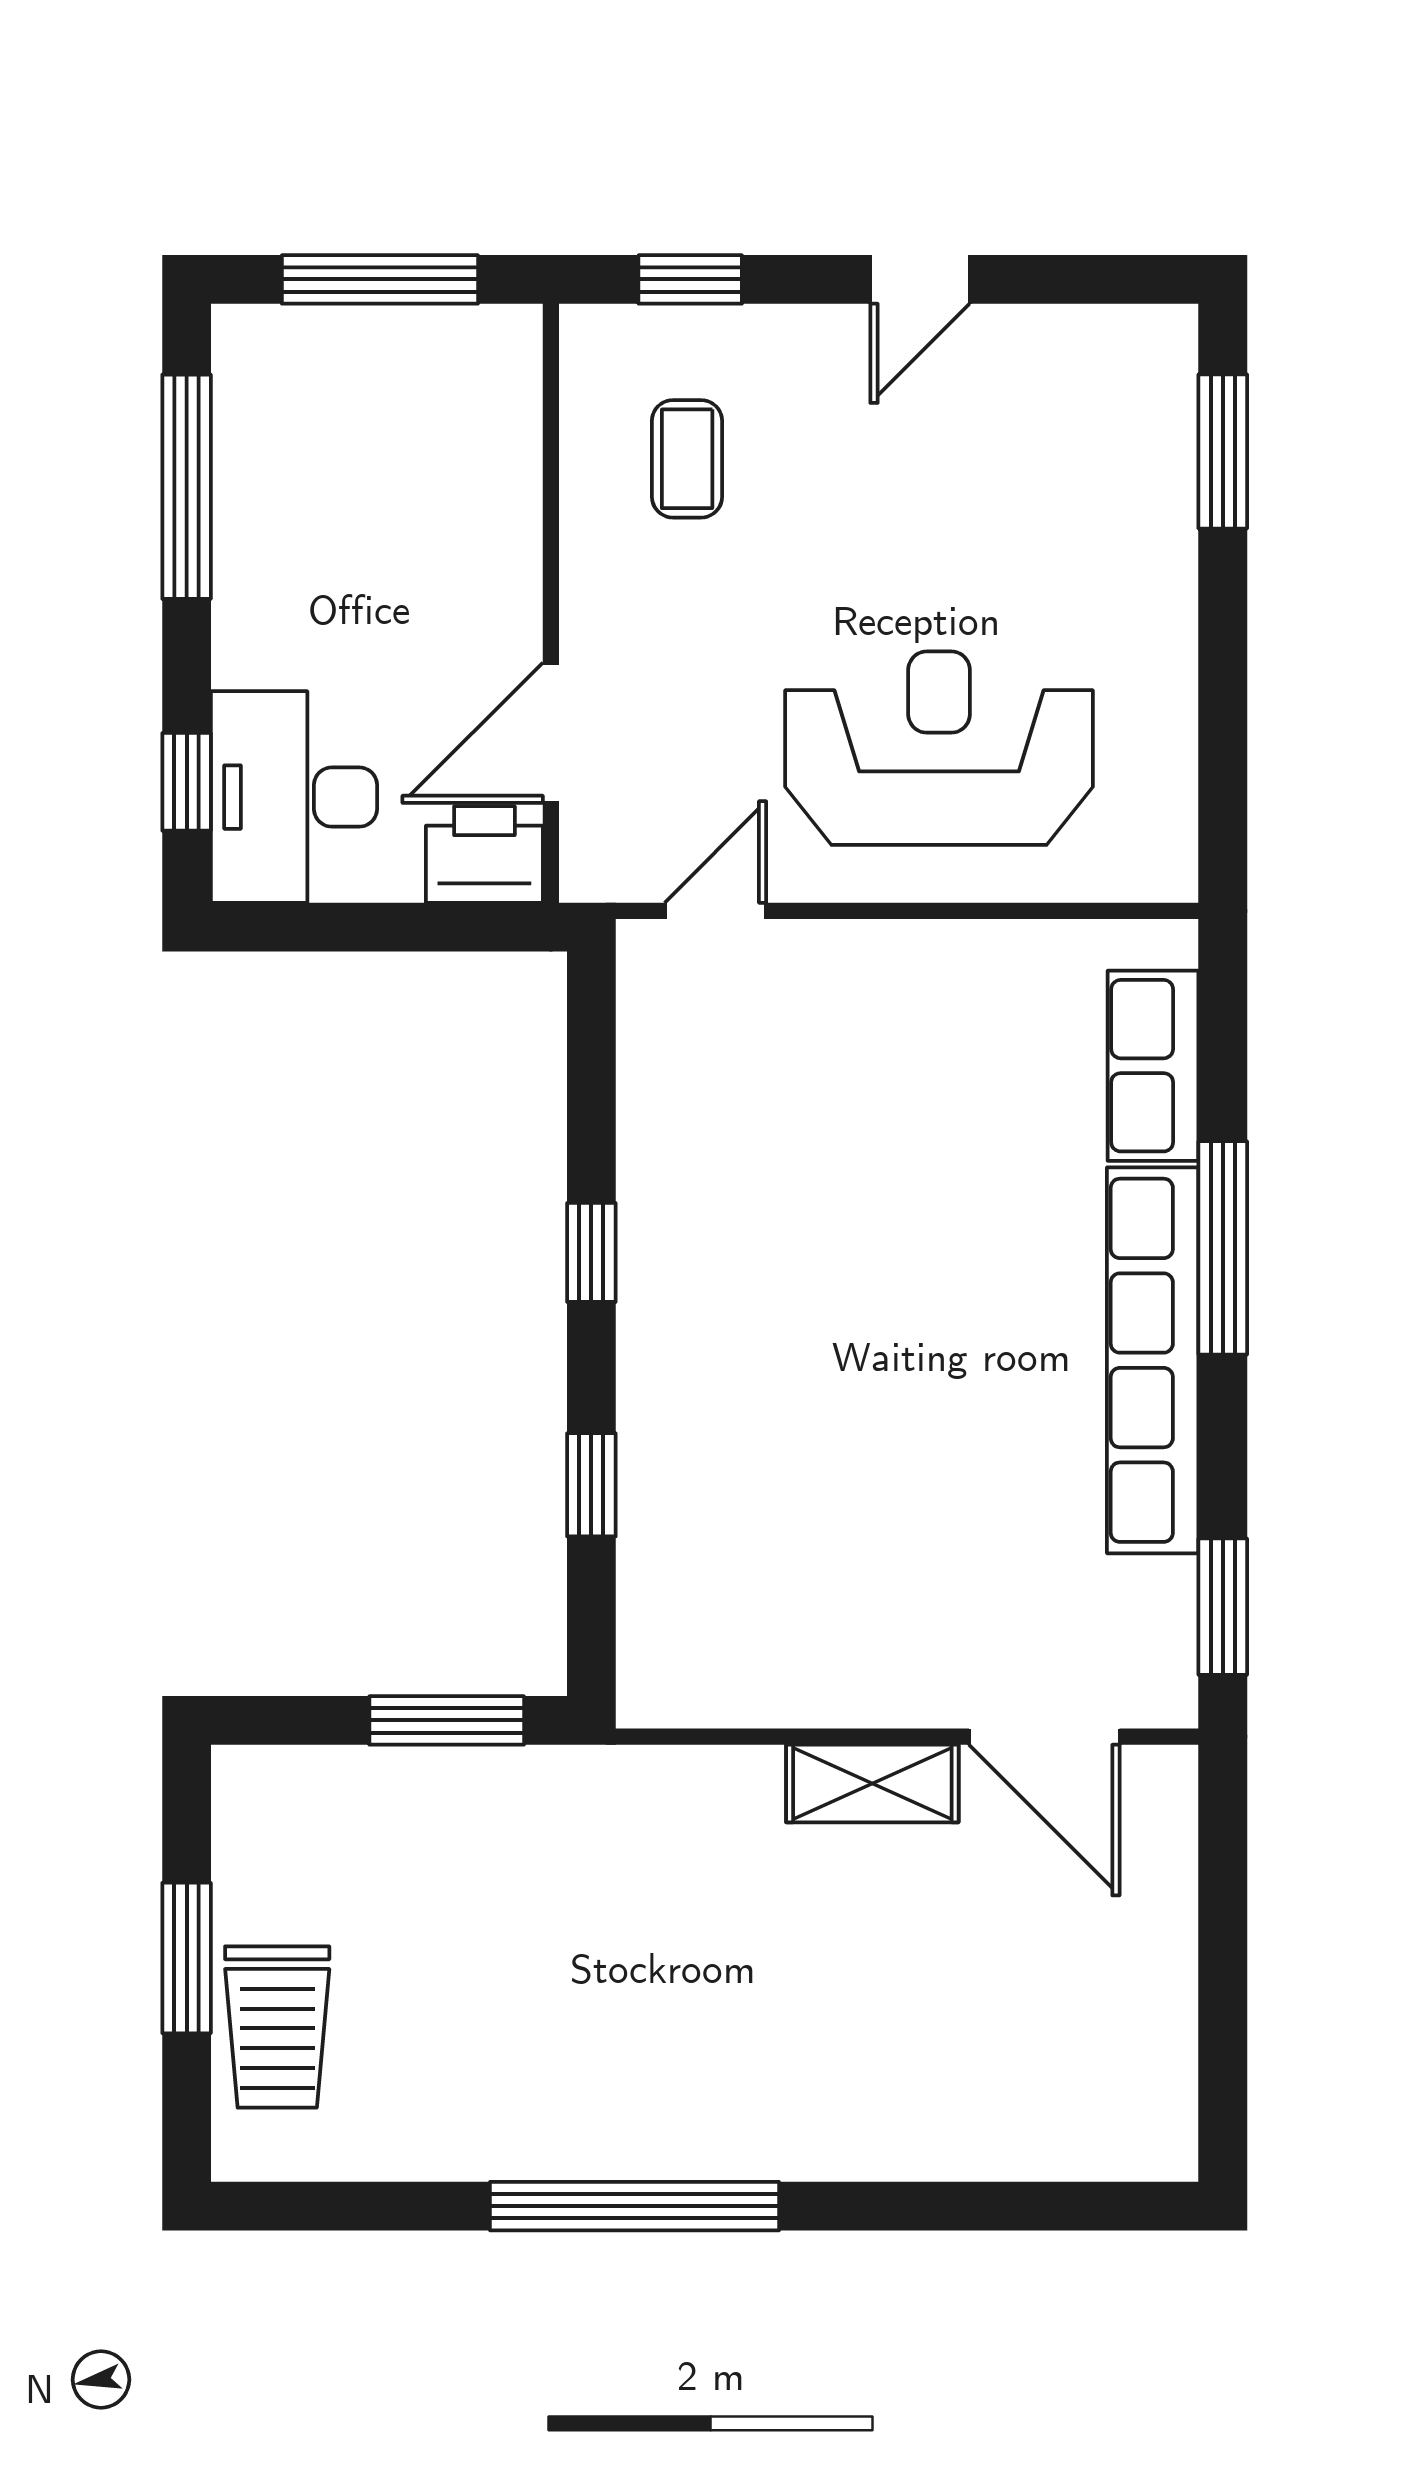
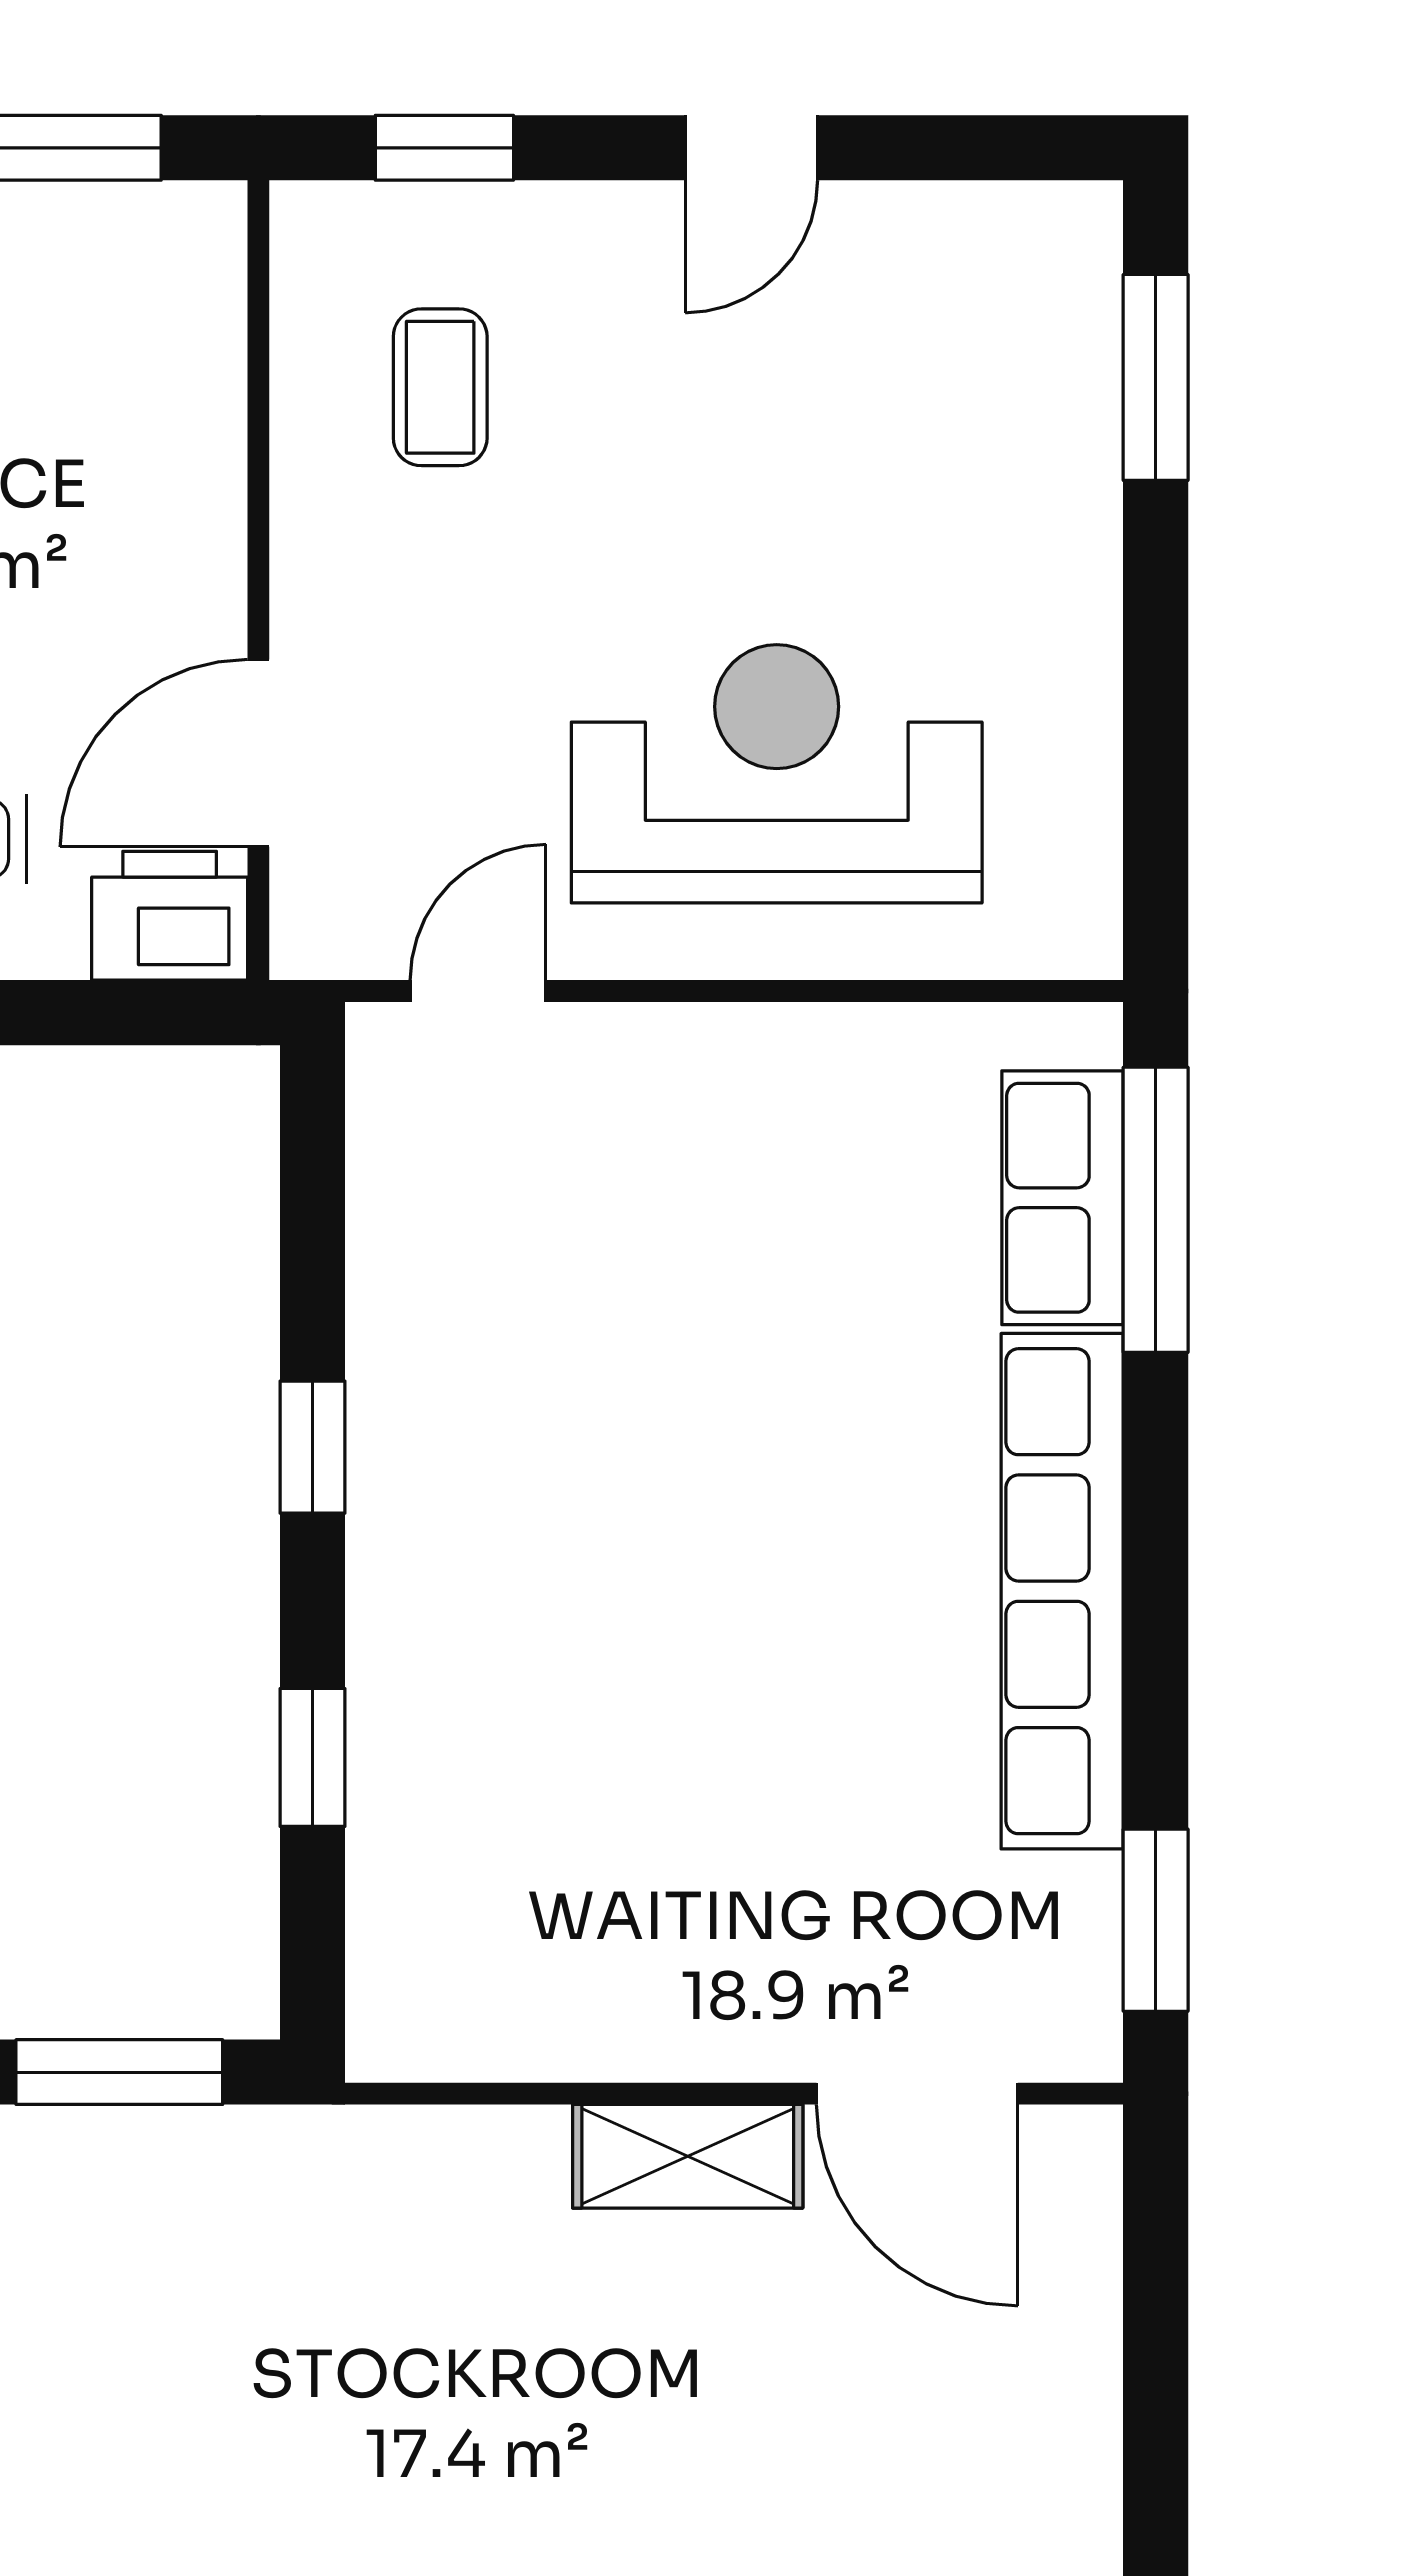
window: (1223, 1248) -> (1156, 1210), moved

